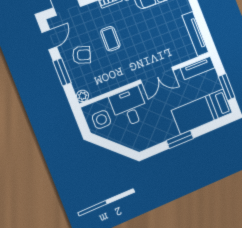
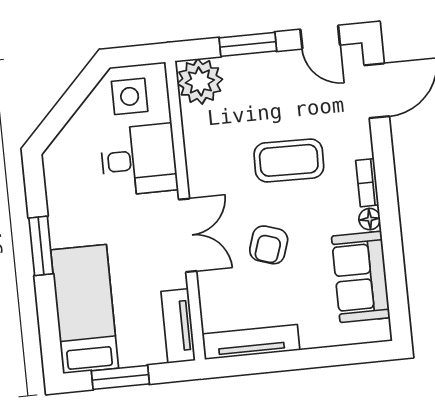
coffee table: (110, 39) -> (289, 160), width x1.36, depth x1.30
armchair: (82, 55) -> (269, 245), moved
double door: (157, 75) -> (188, 235), swing flipped
plant: (83, 96) -> (200, 81), width x1.87, depth x1.87

